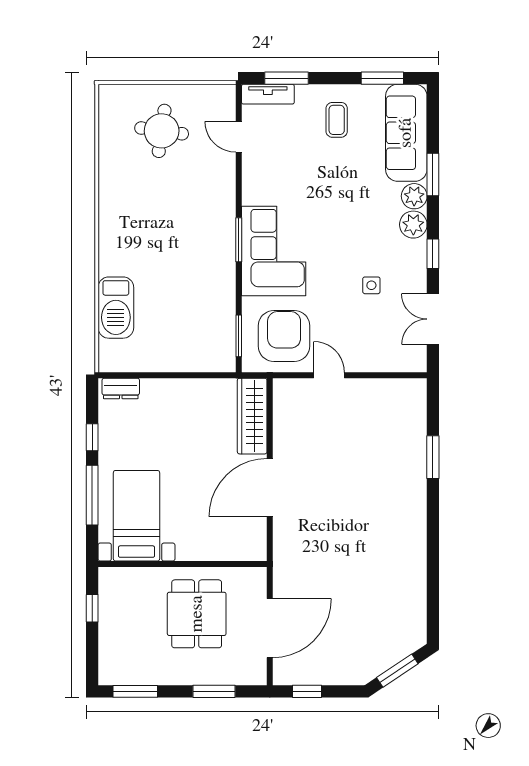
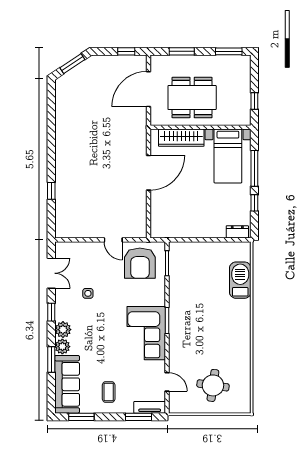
corner sofa: (274, 251) -> (146, 333), moved
wardrobe: (252, 416) -> (181, 138), moved, turned 90
window: (433, 457) -> (51, 191), width x0.67
dining table: (197, 614) -> (192, 98), width x1.38

